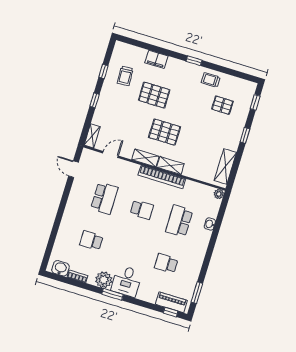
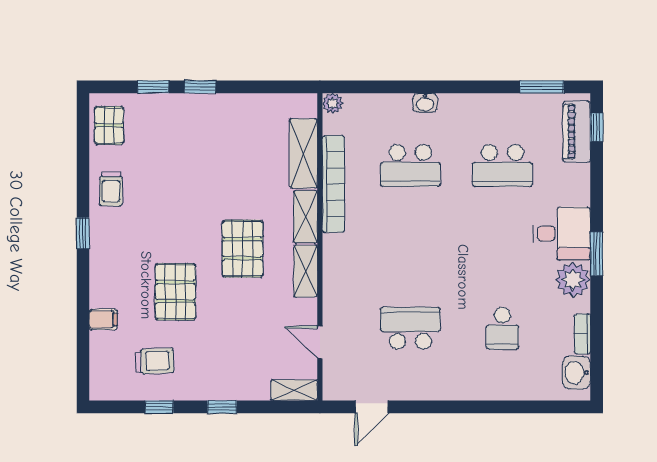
filing cabinet: (156, 59) -> (103, 319), width x0.50
window: (255, 102) -> (153, 87), moved
pallet: (222, 105) -> (109, 125), moved
shelving: (225, 167) -> (304, 153), moved, turned 90
bookcase: (162, 177) -> (333, 184), moved
school desk: (142, 210) -> (410, 247), removed
washbasin: (210, 224) -> (425, 103), moved
school desk: (166, 263) -> (502, 166), width x1.85

